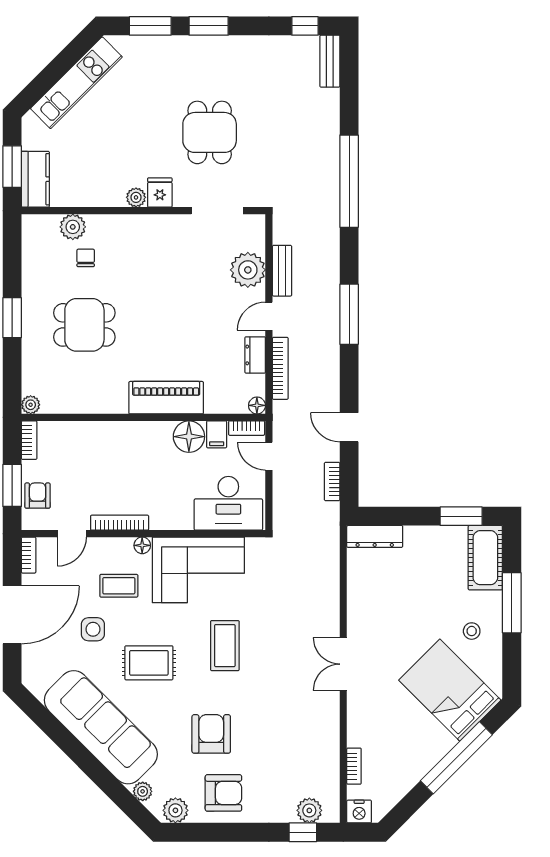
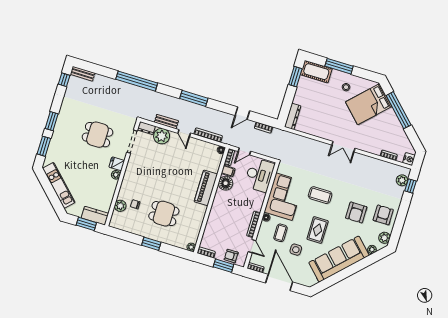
dining table: (84, 325) -> (164, 214), turned 90
dresser: (255, 355) -> (146, 128), moved
armchair: (211, 734) -> (356, 212), turned -90

